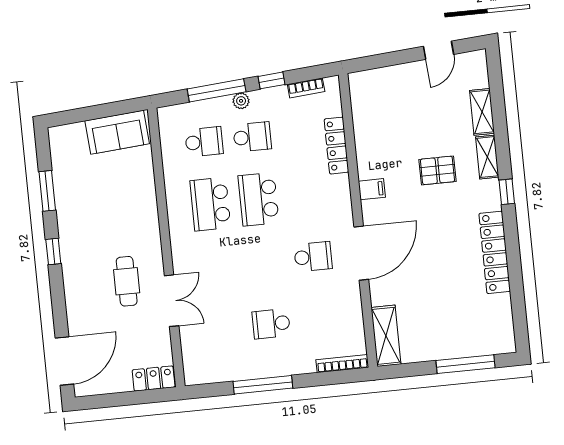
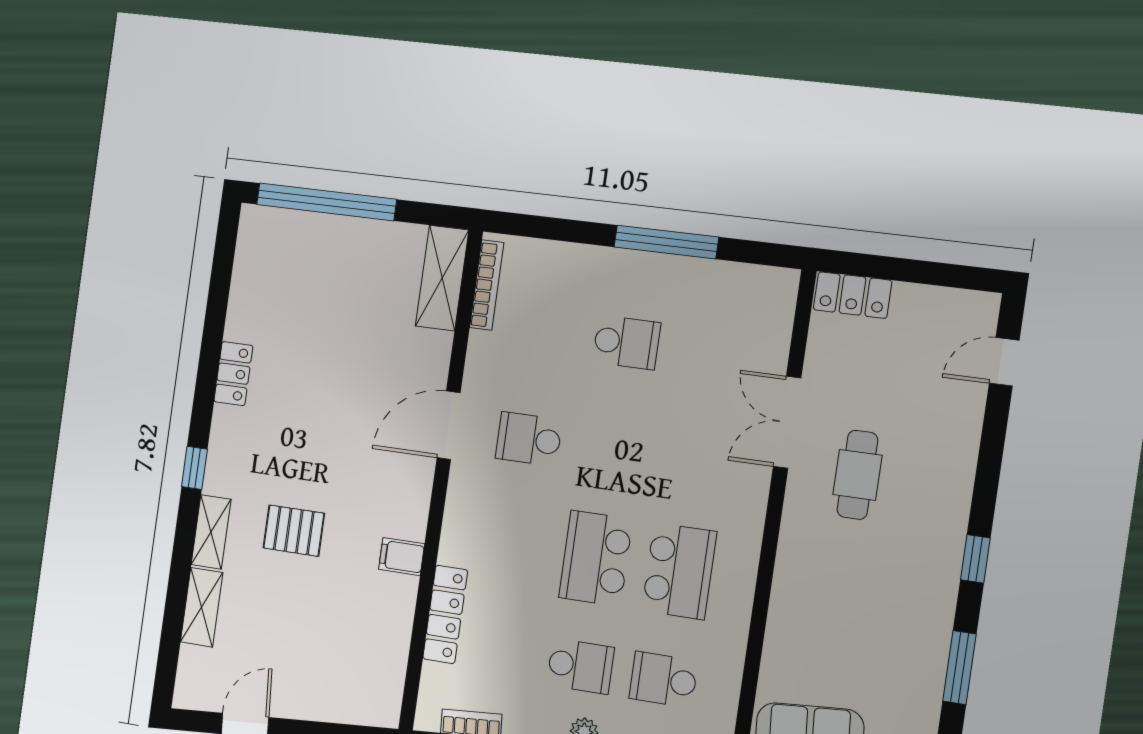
school desk: (252, 137) -> (580, 666), turned 180
filing cabinet: (372, 189) -> (402, 557), moved
school desk: (259, 199) -> (596, 558), turned 180
locker: (495, 252) -> (233, 374), width x0.46, depth x0.83
door: (361, 253) -> (449, 425), width x0.73
door: (64, 361) -> (1004, 362), width x0.53
bookcase: (342, 364) -> (487, 285), moved, turned -90
window: (465, 364) -> (326, 202), width x1.46

